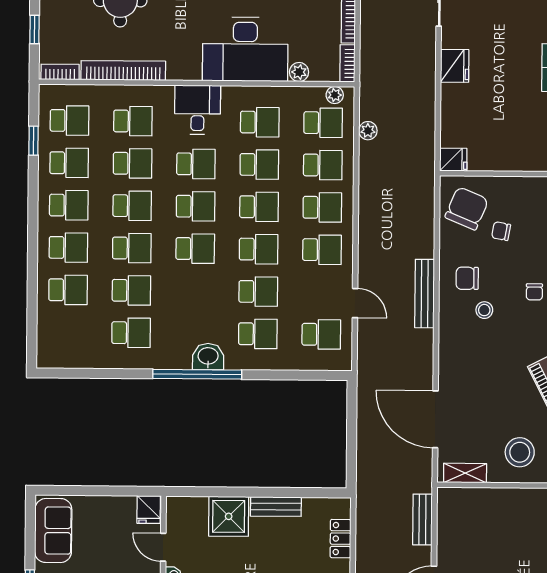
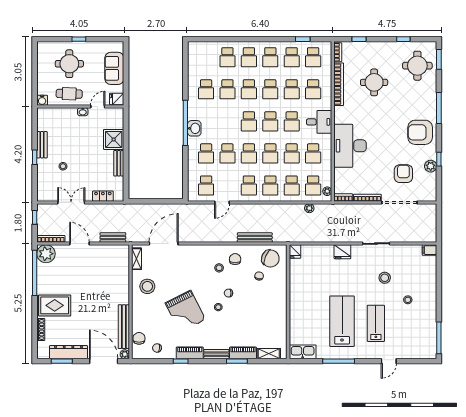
plant: (299, 72) -> (339, 173), removed
bench: (425, 294) -> (255, 238), moved
sofa: (53, 530) -> (114, 68), moved, turned 90

